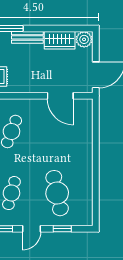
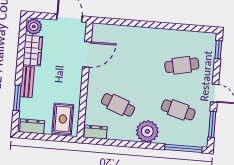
cafe table: (57, 193) -> (182, 65), width x0.73, depth x0.74
window: (62, 229) -> (218, 50), moved

